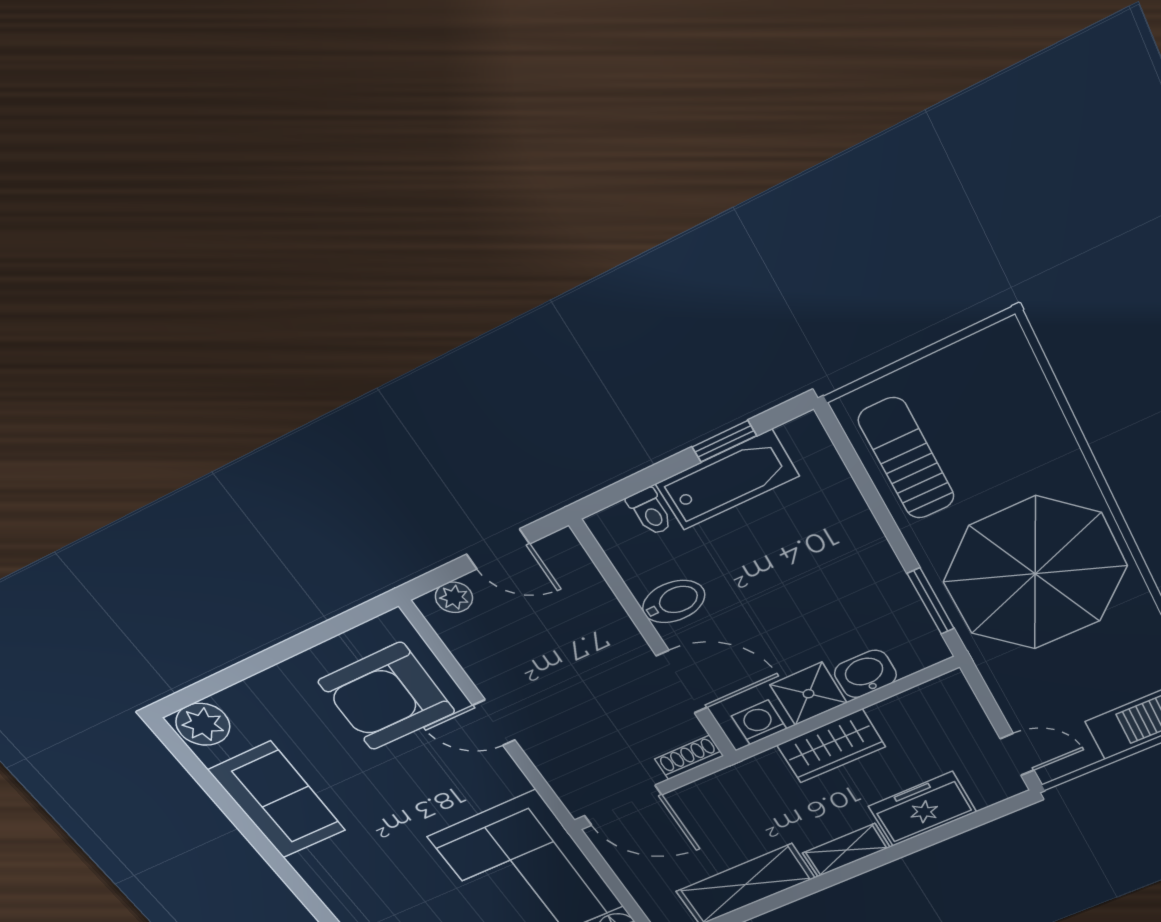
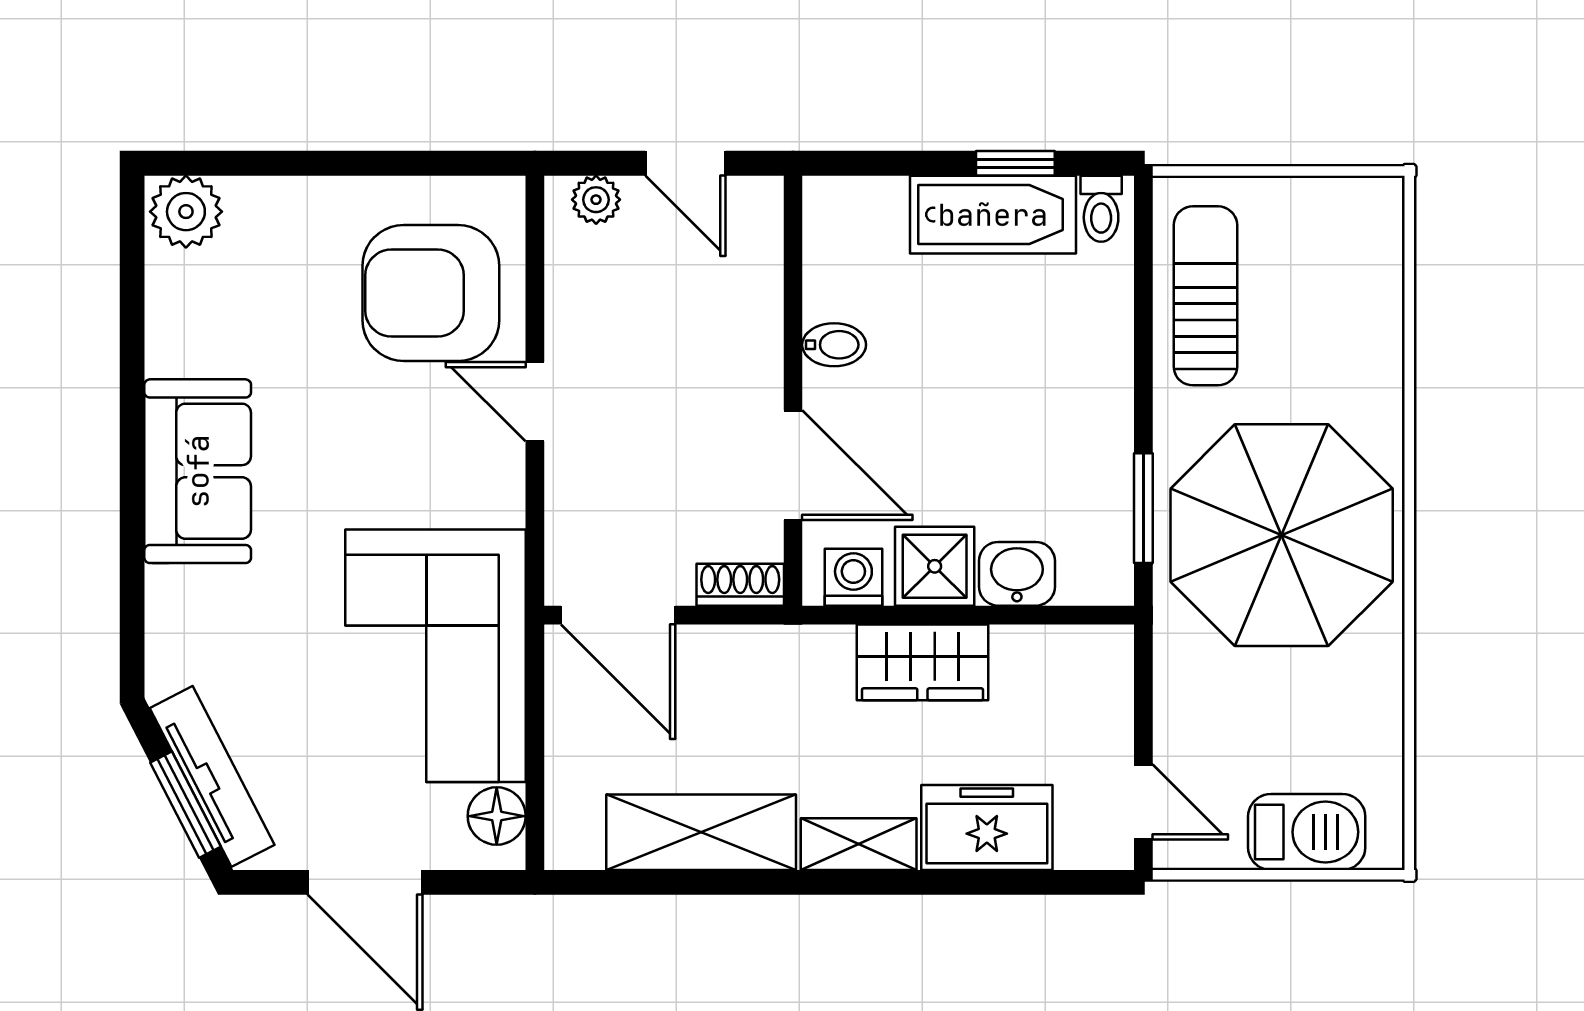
toilet: (650, 512) -> (1101, 209), moved
bidet: (674, 602) -> (834, 345), width x0.72, depth x0.74
sofa: (277, 800) -> (198, 471), moved

